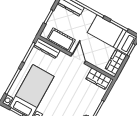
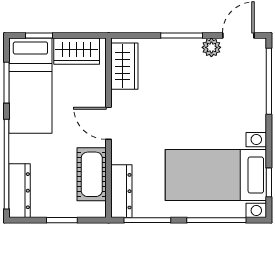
door: (78, 59) -> (109, 123), hinge flipped

